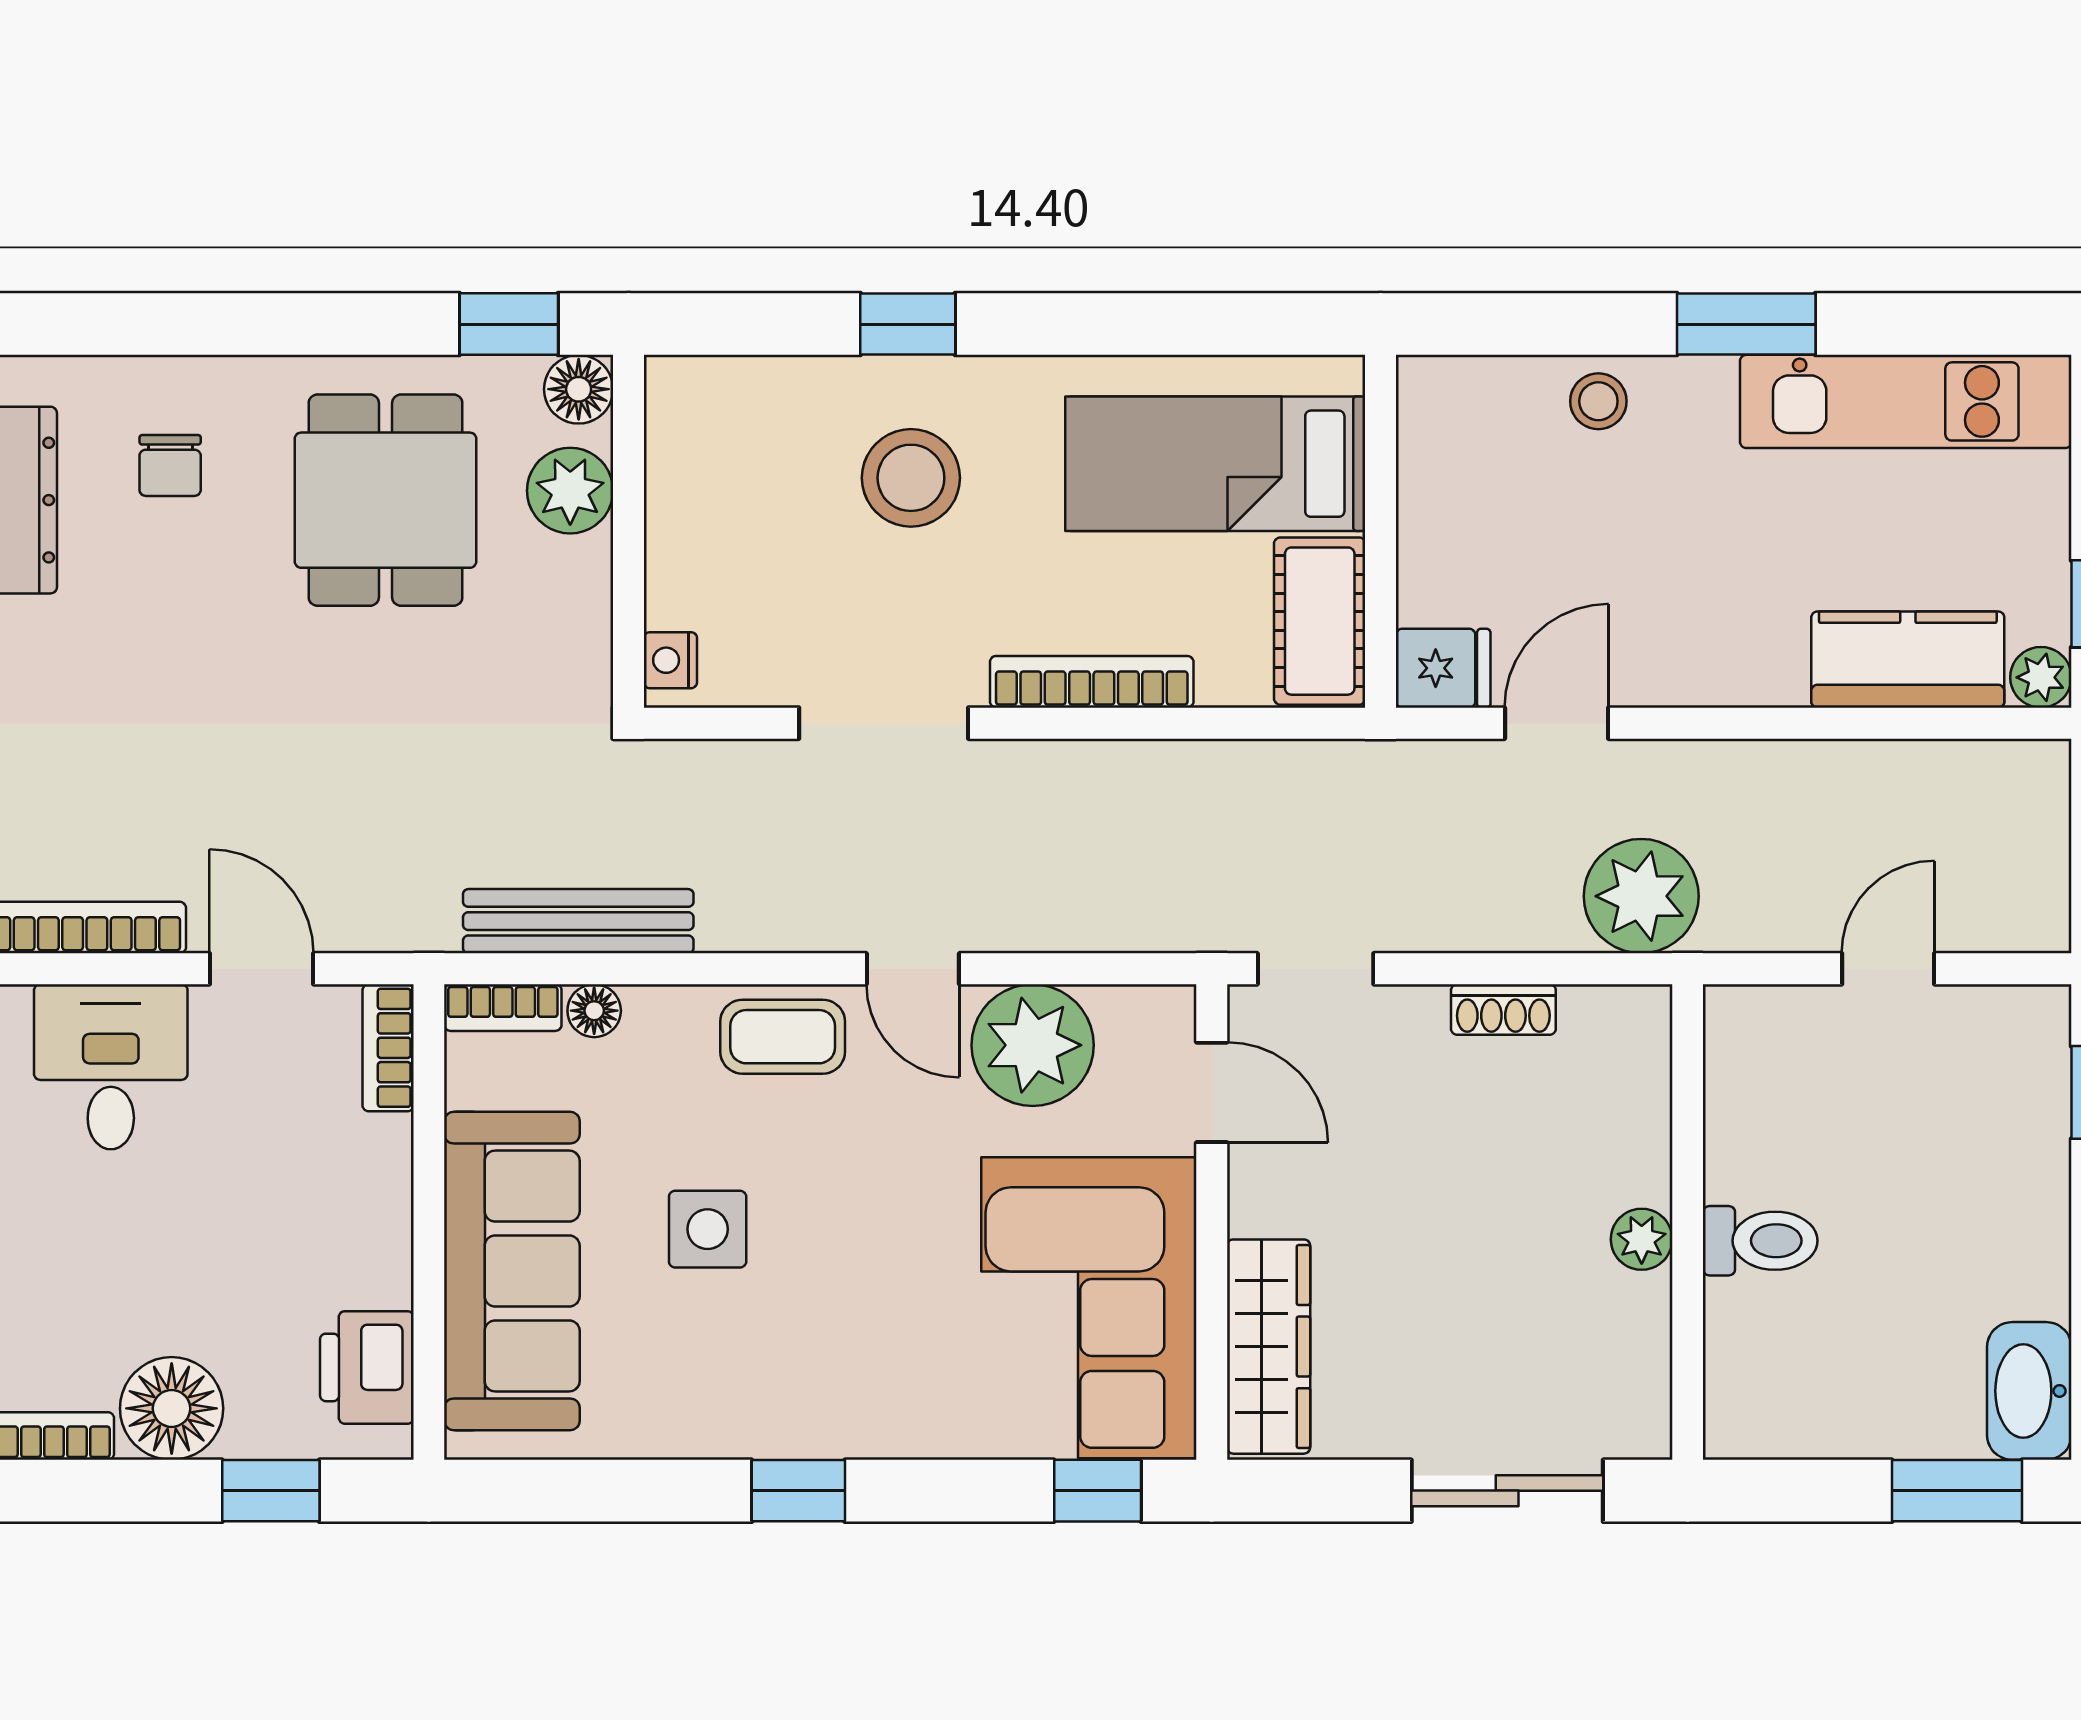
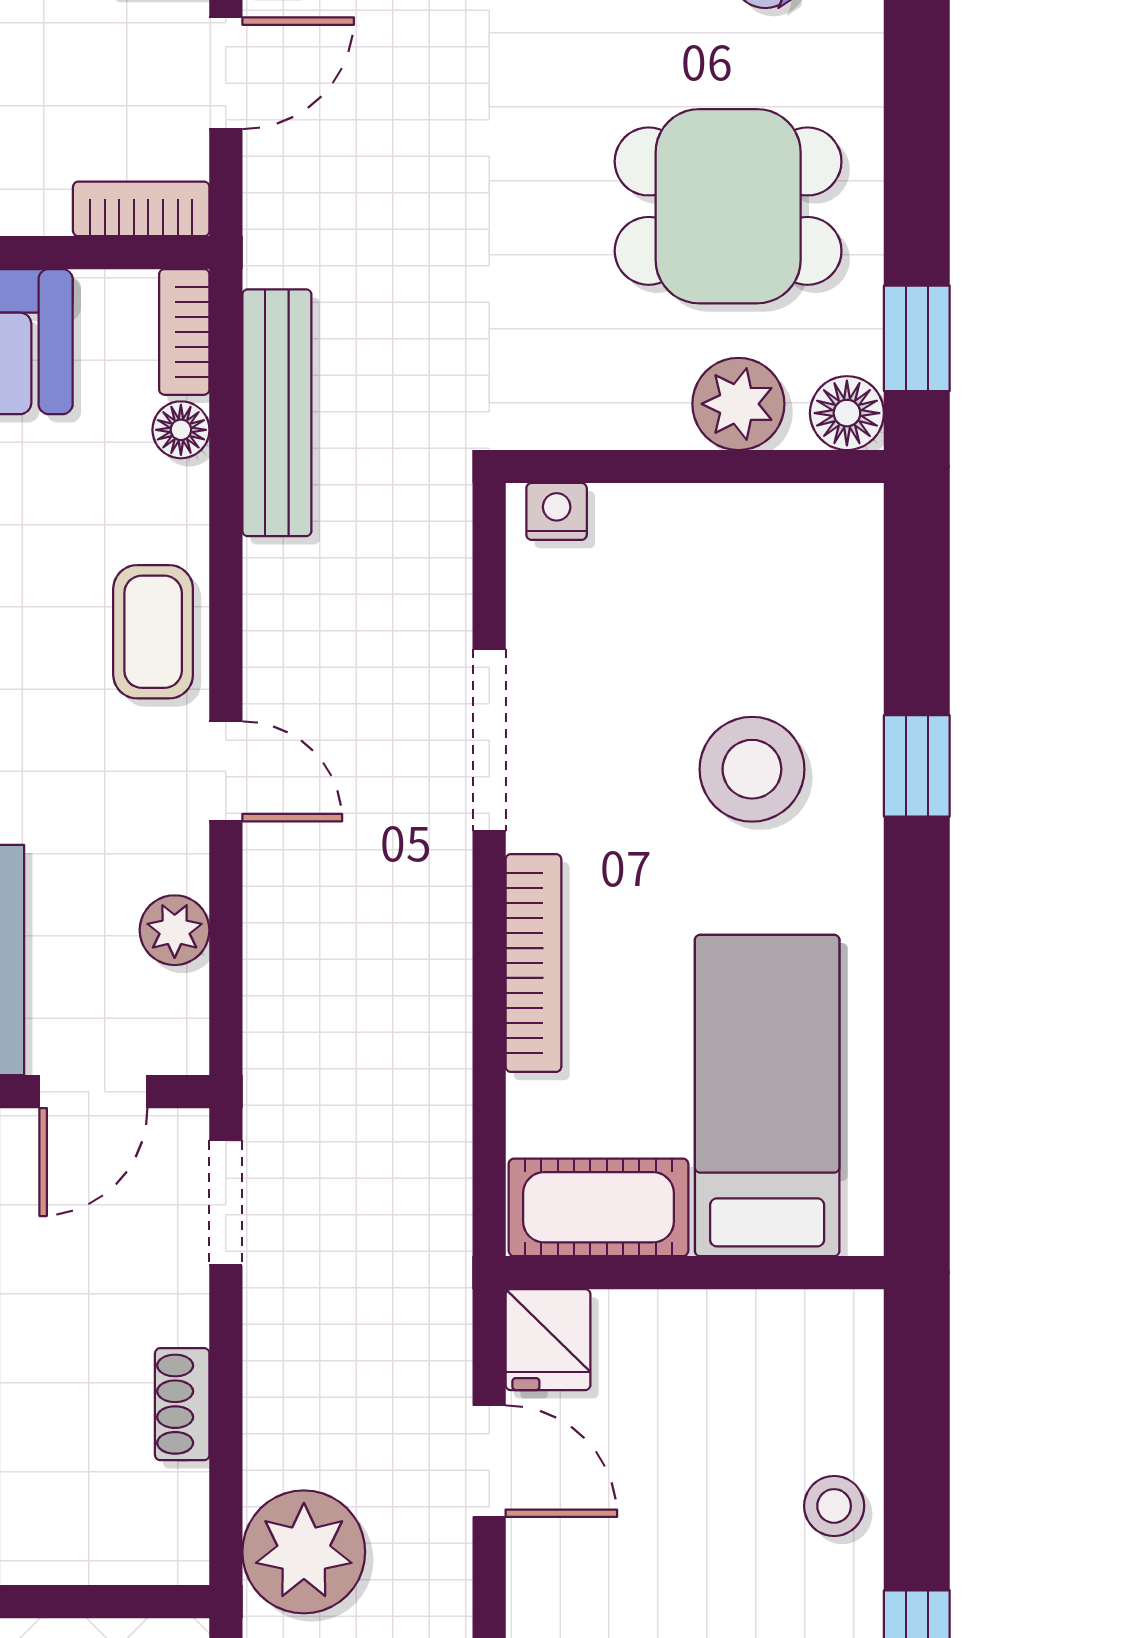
door: (913, 969) -> (226, 771), swing flipped
plant: (1033, 1045) -> (175, 930), width x0.53, depth x0.53

